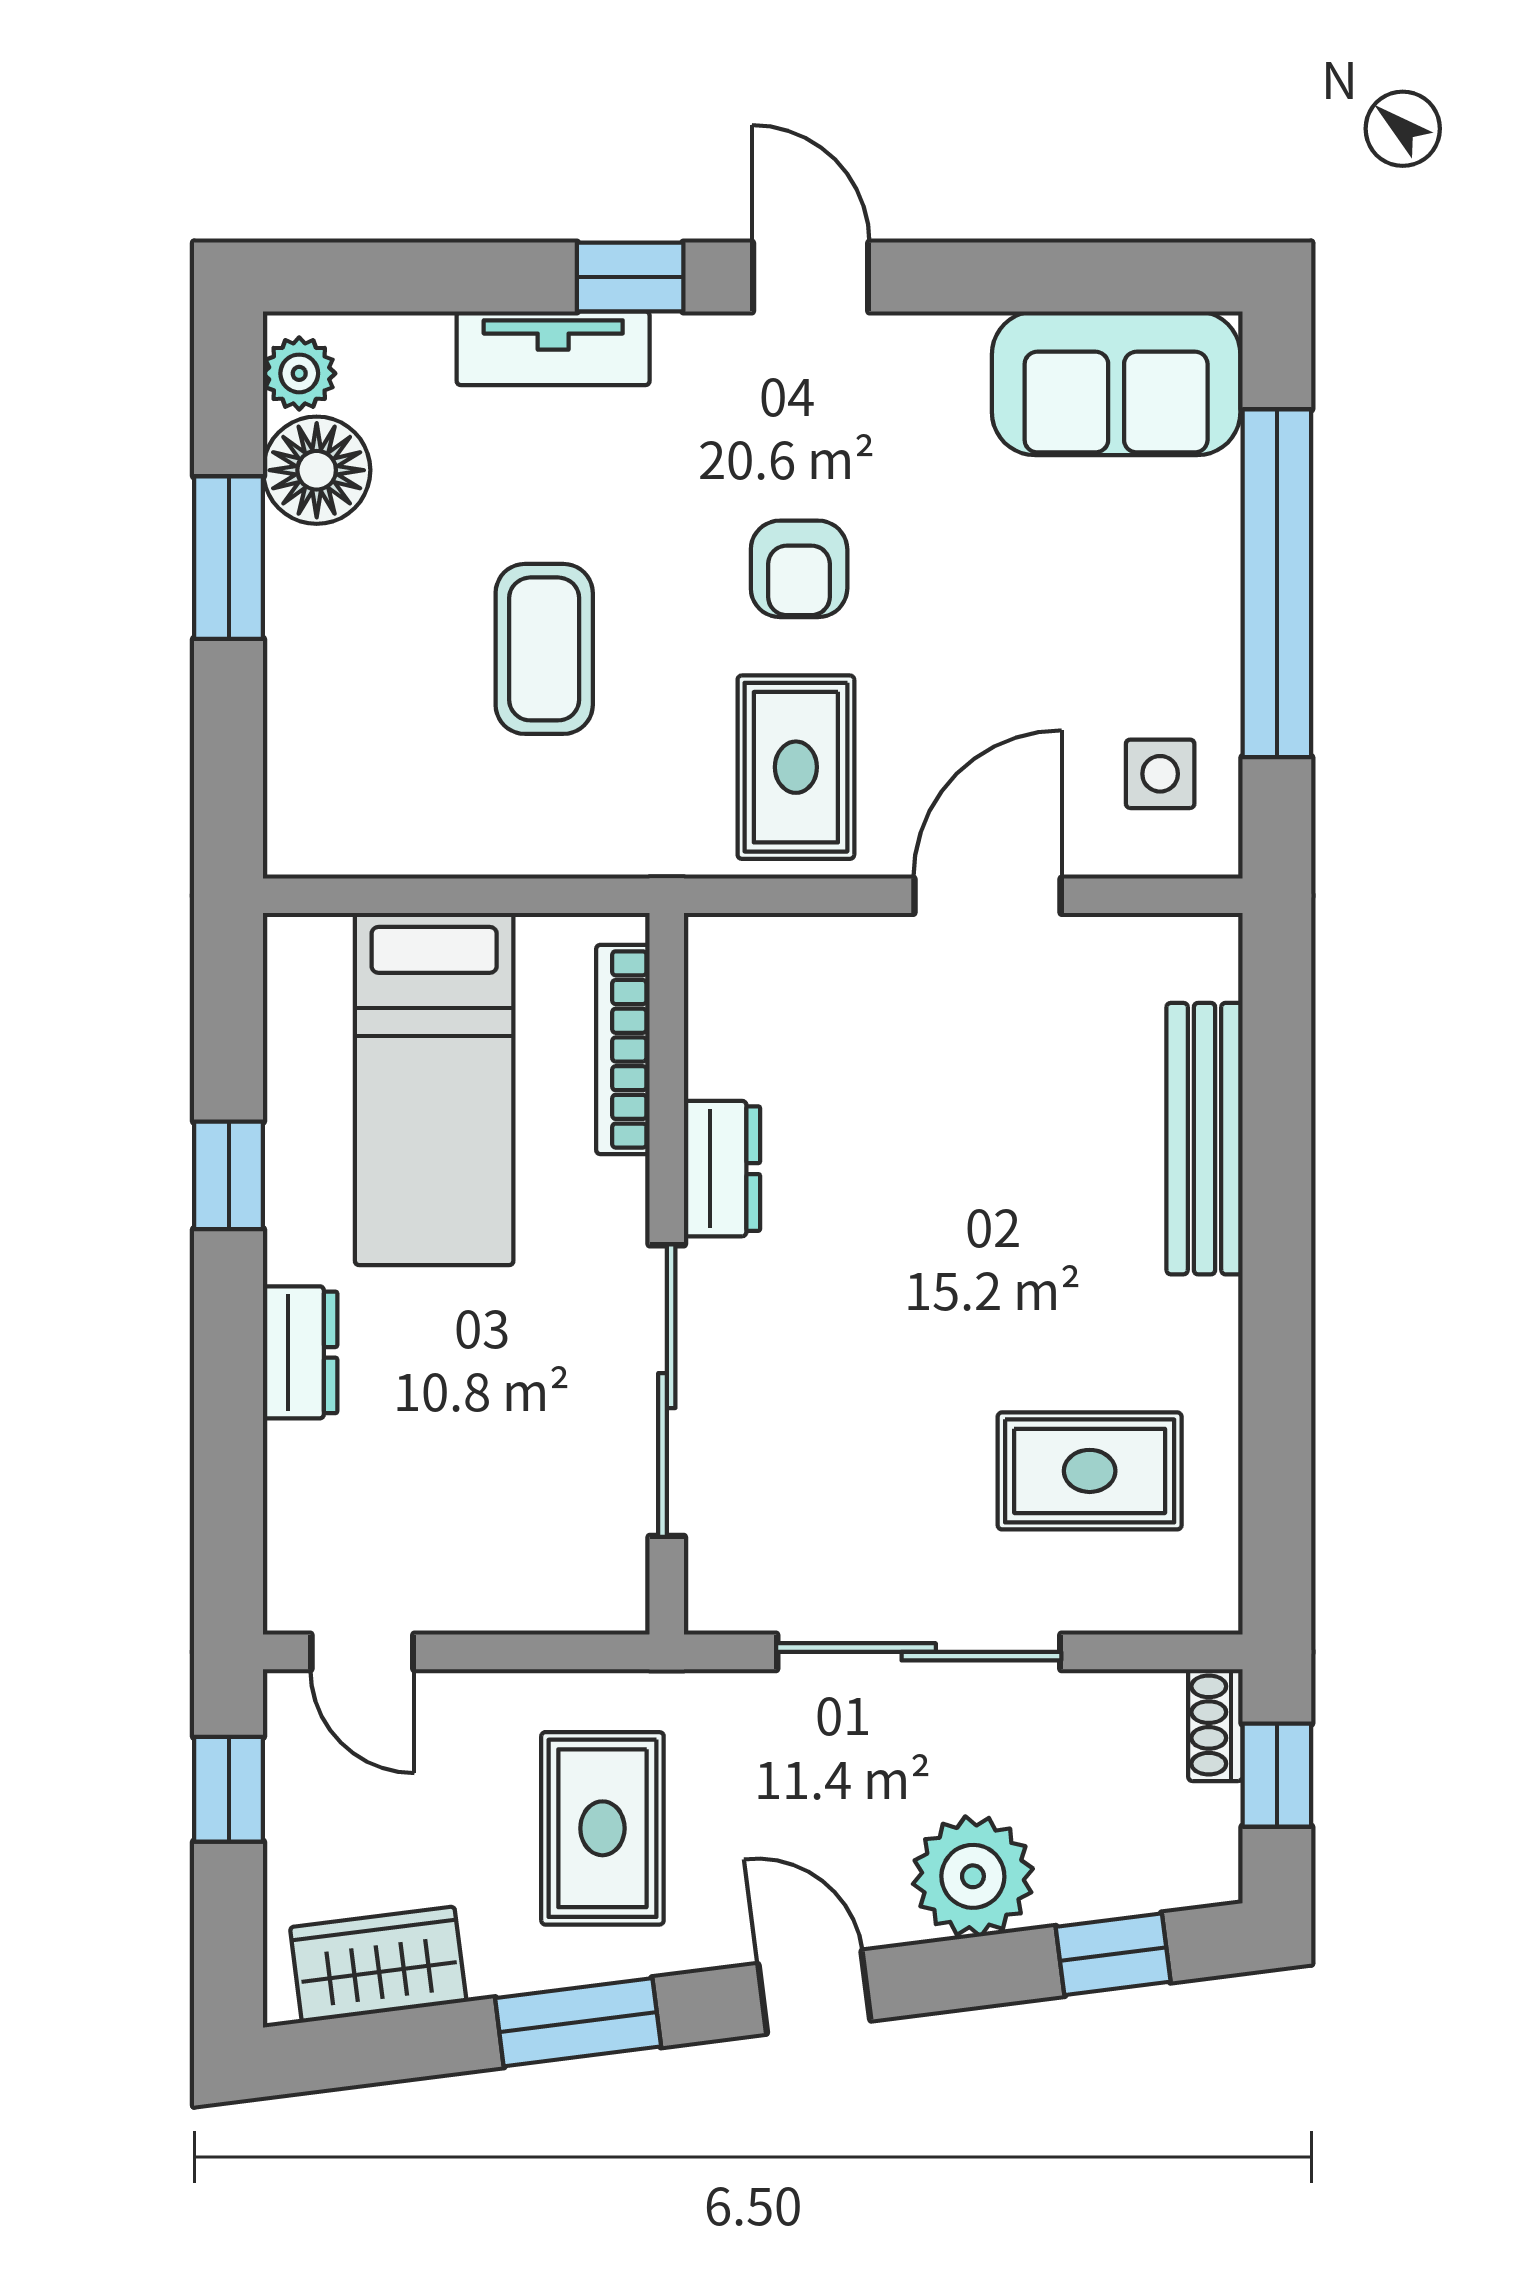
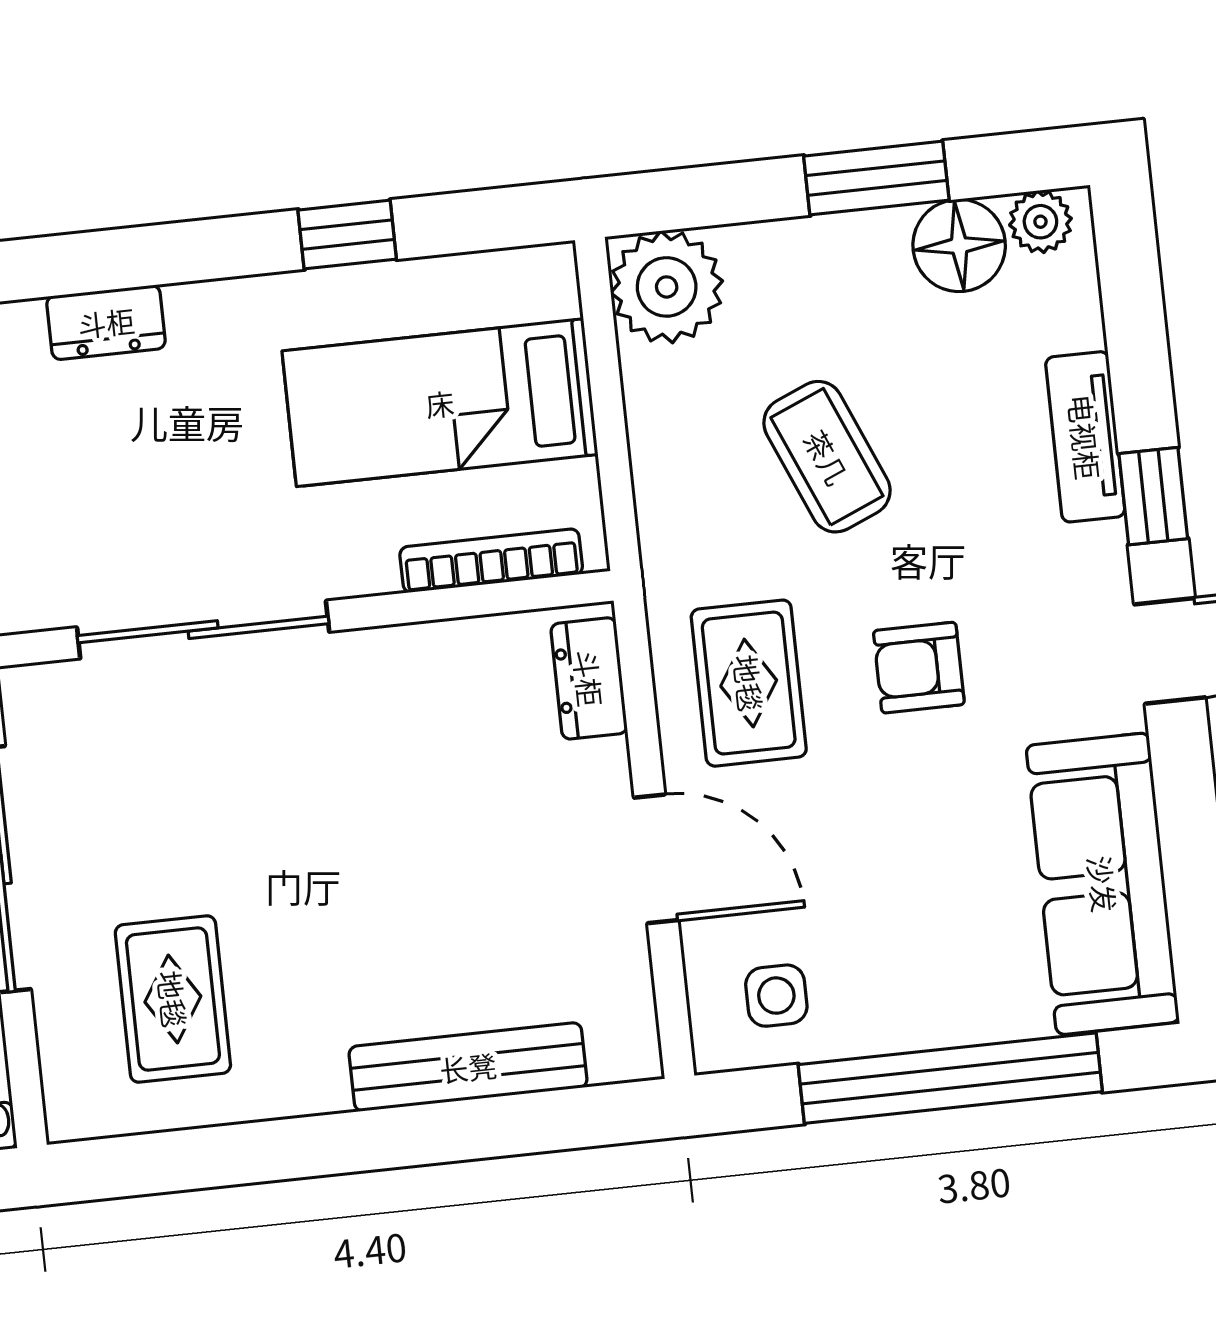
sofa: (1116, 383) -> (1103, 884), width x1.36
coffee table: (544, 649) -> (827, 457), turned 67
rug: (796, 767) -> (749, 683), turned 90
plant: (328, 813) -> (667, 287), added
dresser: (722, 1169) -> (589, 678), moved, turned 90
dresser: (300, 1352) -> (106, 322), moved

